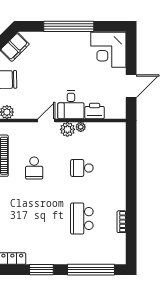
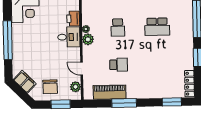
door: (46, 120) -> (82, 69), moved

